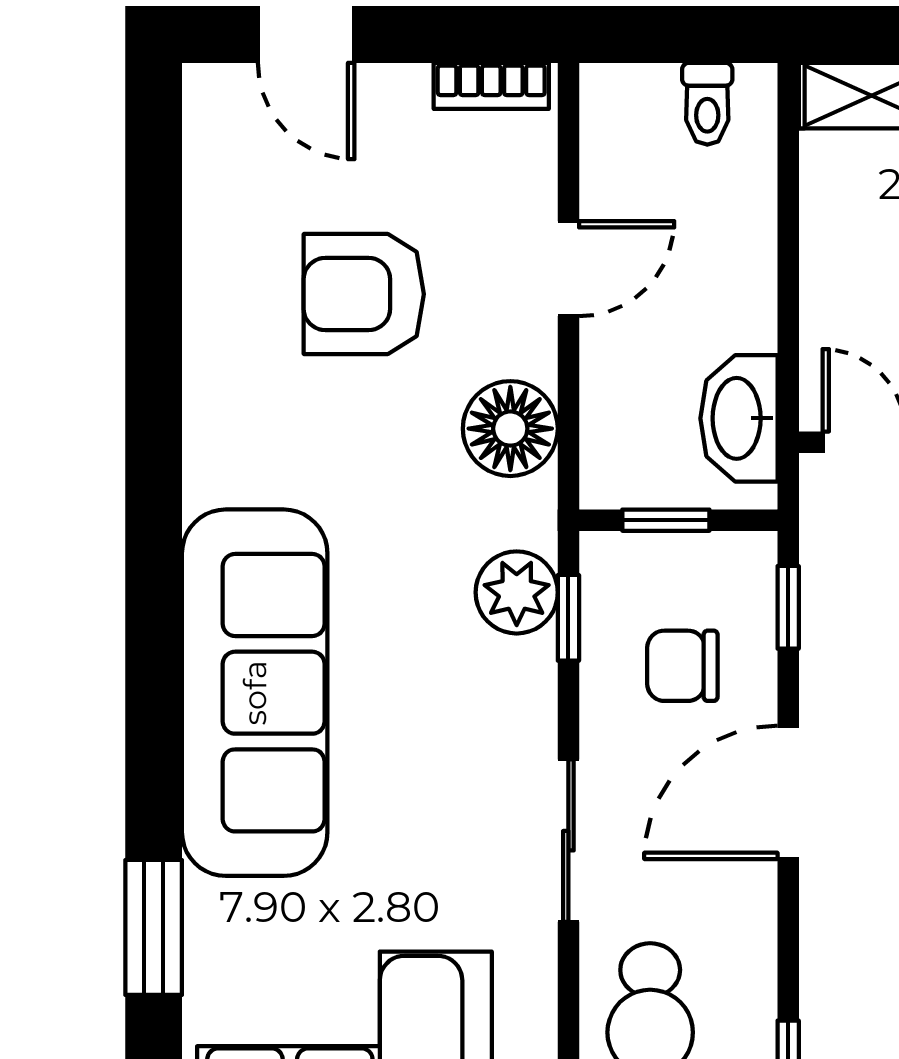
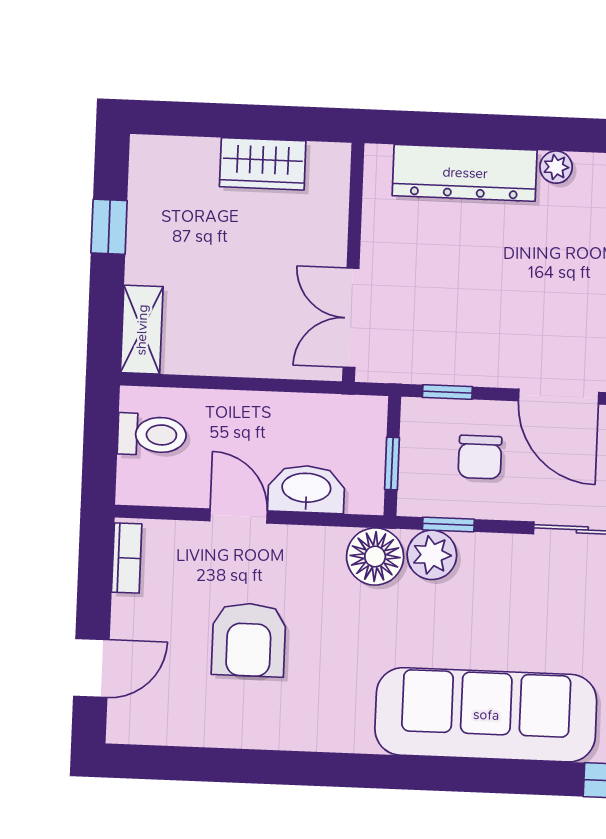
toilet: (707, 104) -> (152, 435), width x1.37, depth x1.39
washbasin: (739, 418) -> (306, 489), moved, turned 180
floor lamp: (510, 429) -> (375, 557), moved

